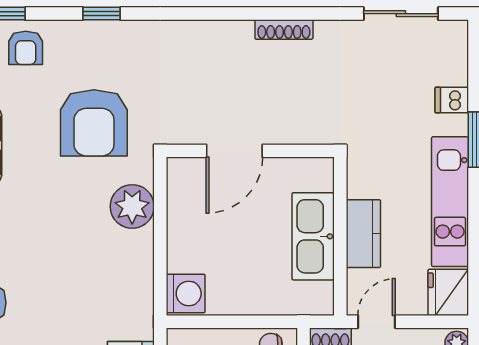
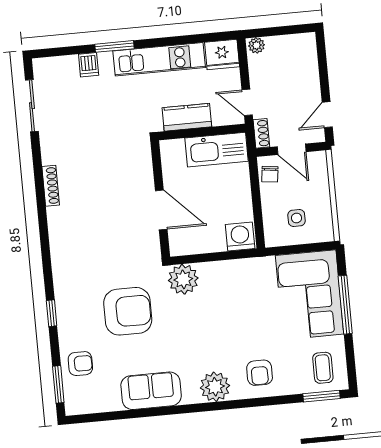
door: (234, 151) -> (161, 210), moved
wall: (250, 151) -> (160, 199), moved
kitchen sink: (313, 236) -> (216, 150), moved

